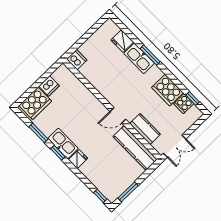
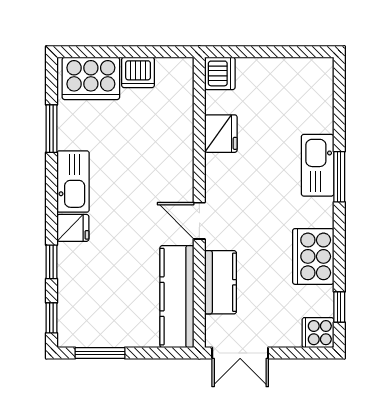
fridge: (122, 41) -> (221, 134), moved, turned 180
cooker: (184, 104) -> (318, 333), moved
window: (58, 153) -> (51, 262), moved

